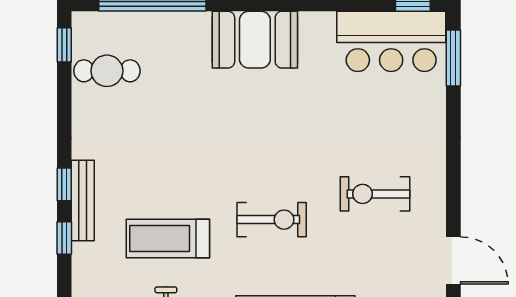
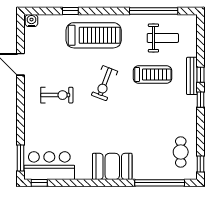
cafe table: (107, 71) -> (181, 152), turned 90
bench: (83, 200) -> (192, 76), moved
exercise bike: (272, 220) -> (105, 83), turned -69

